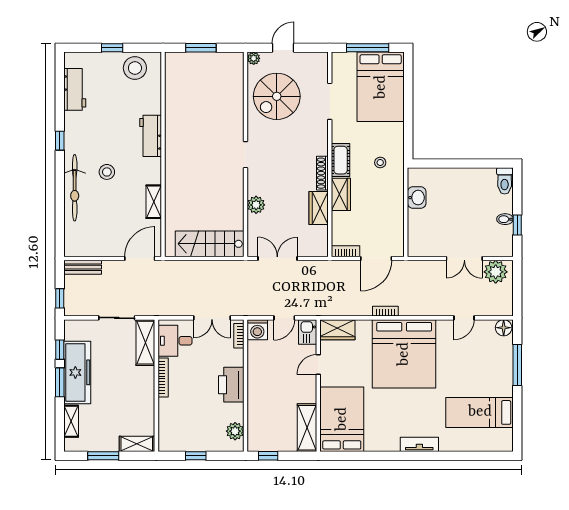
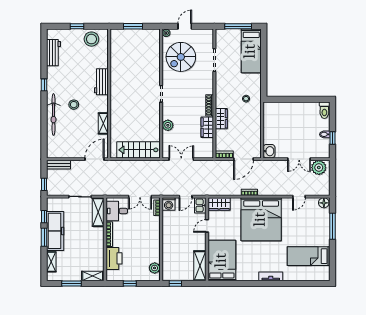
bed: (381, 87) -> (251, 51), width x0.67
cot: (341, 160) -> (221, 97), removed
washbasin: (417, 198) -> (269, 151), moved
printer: (231, 385) -> (114, 258), moved, turned 180

